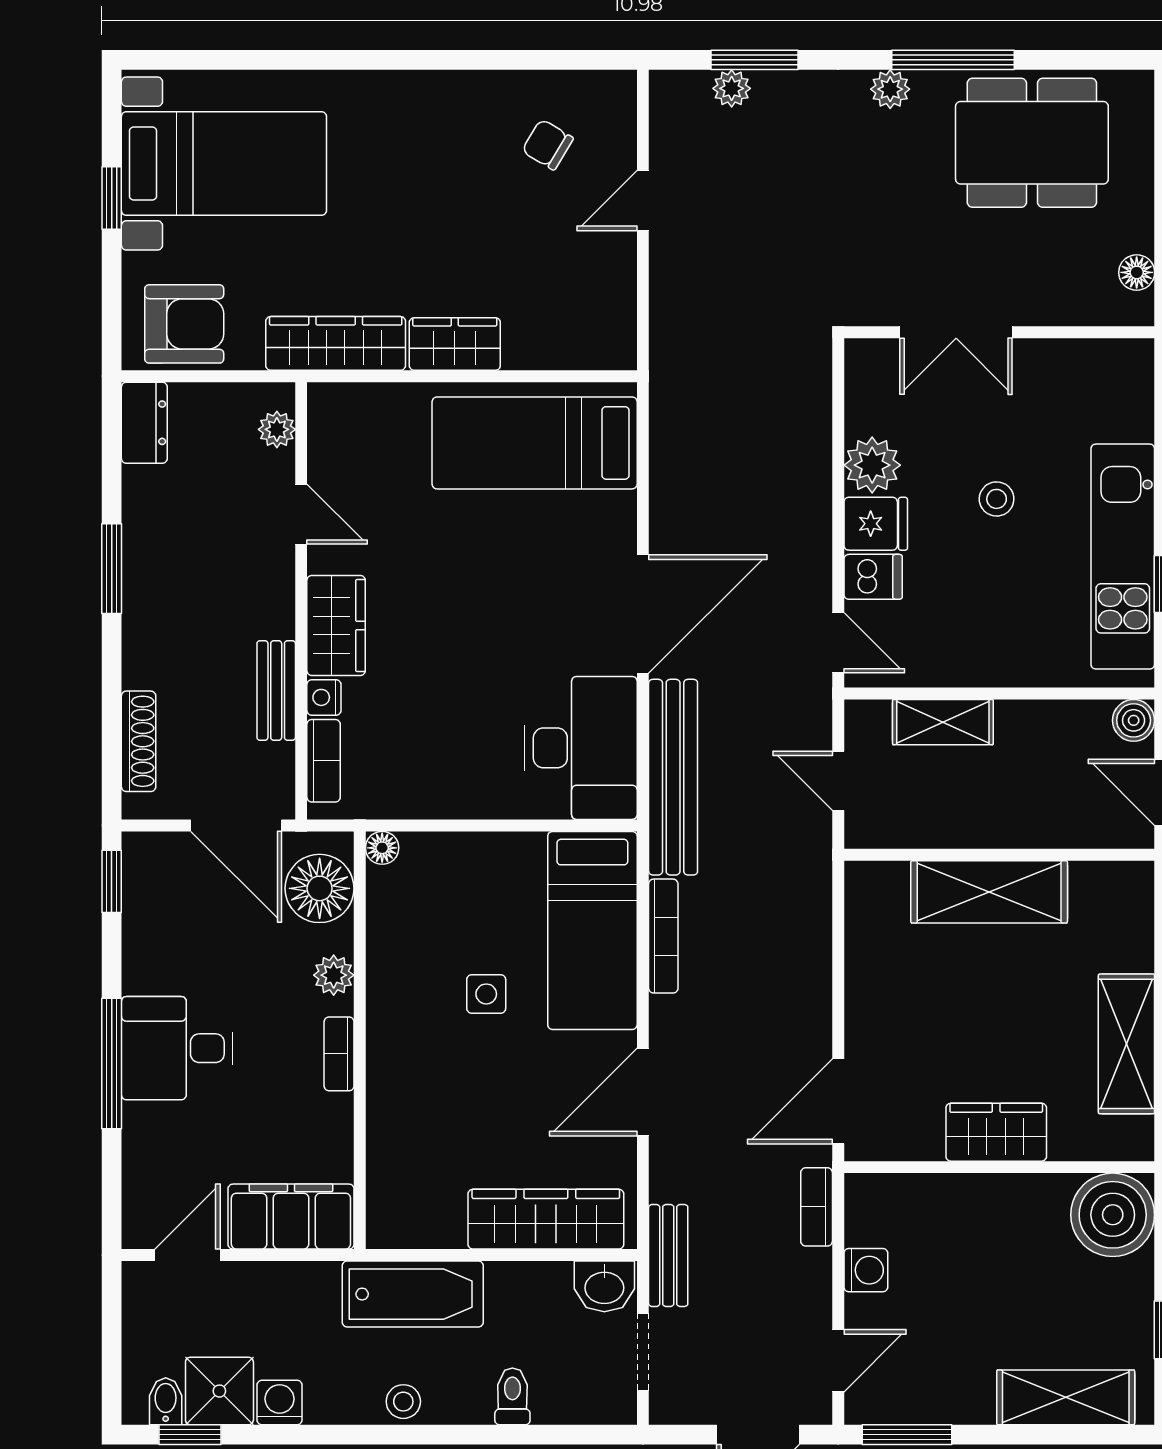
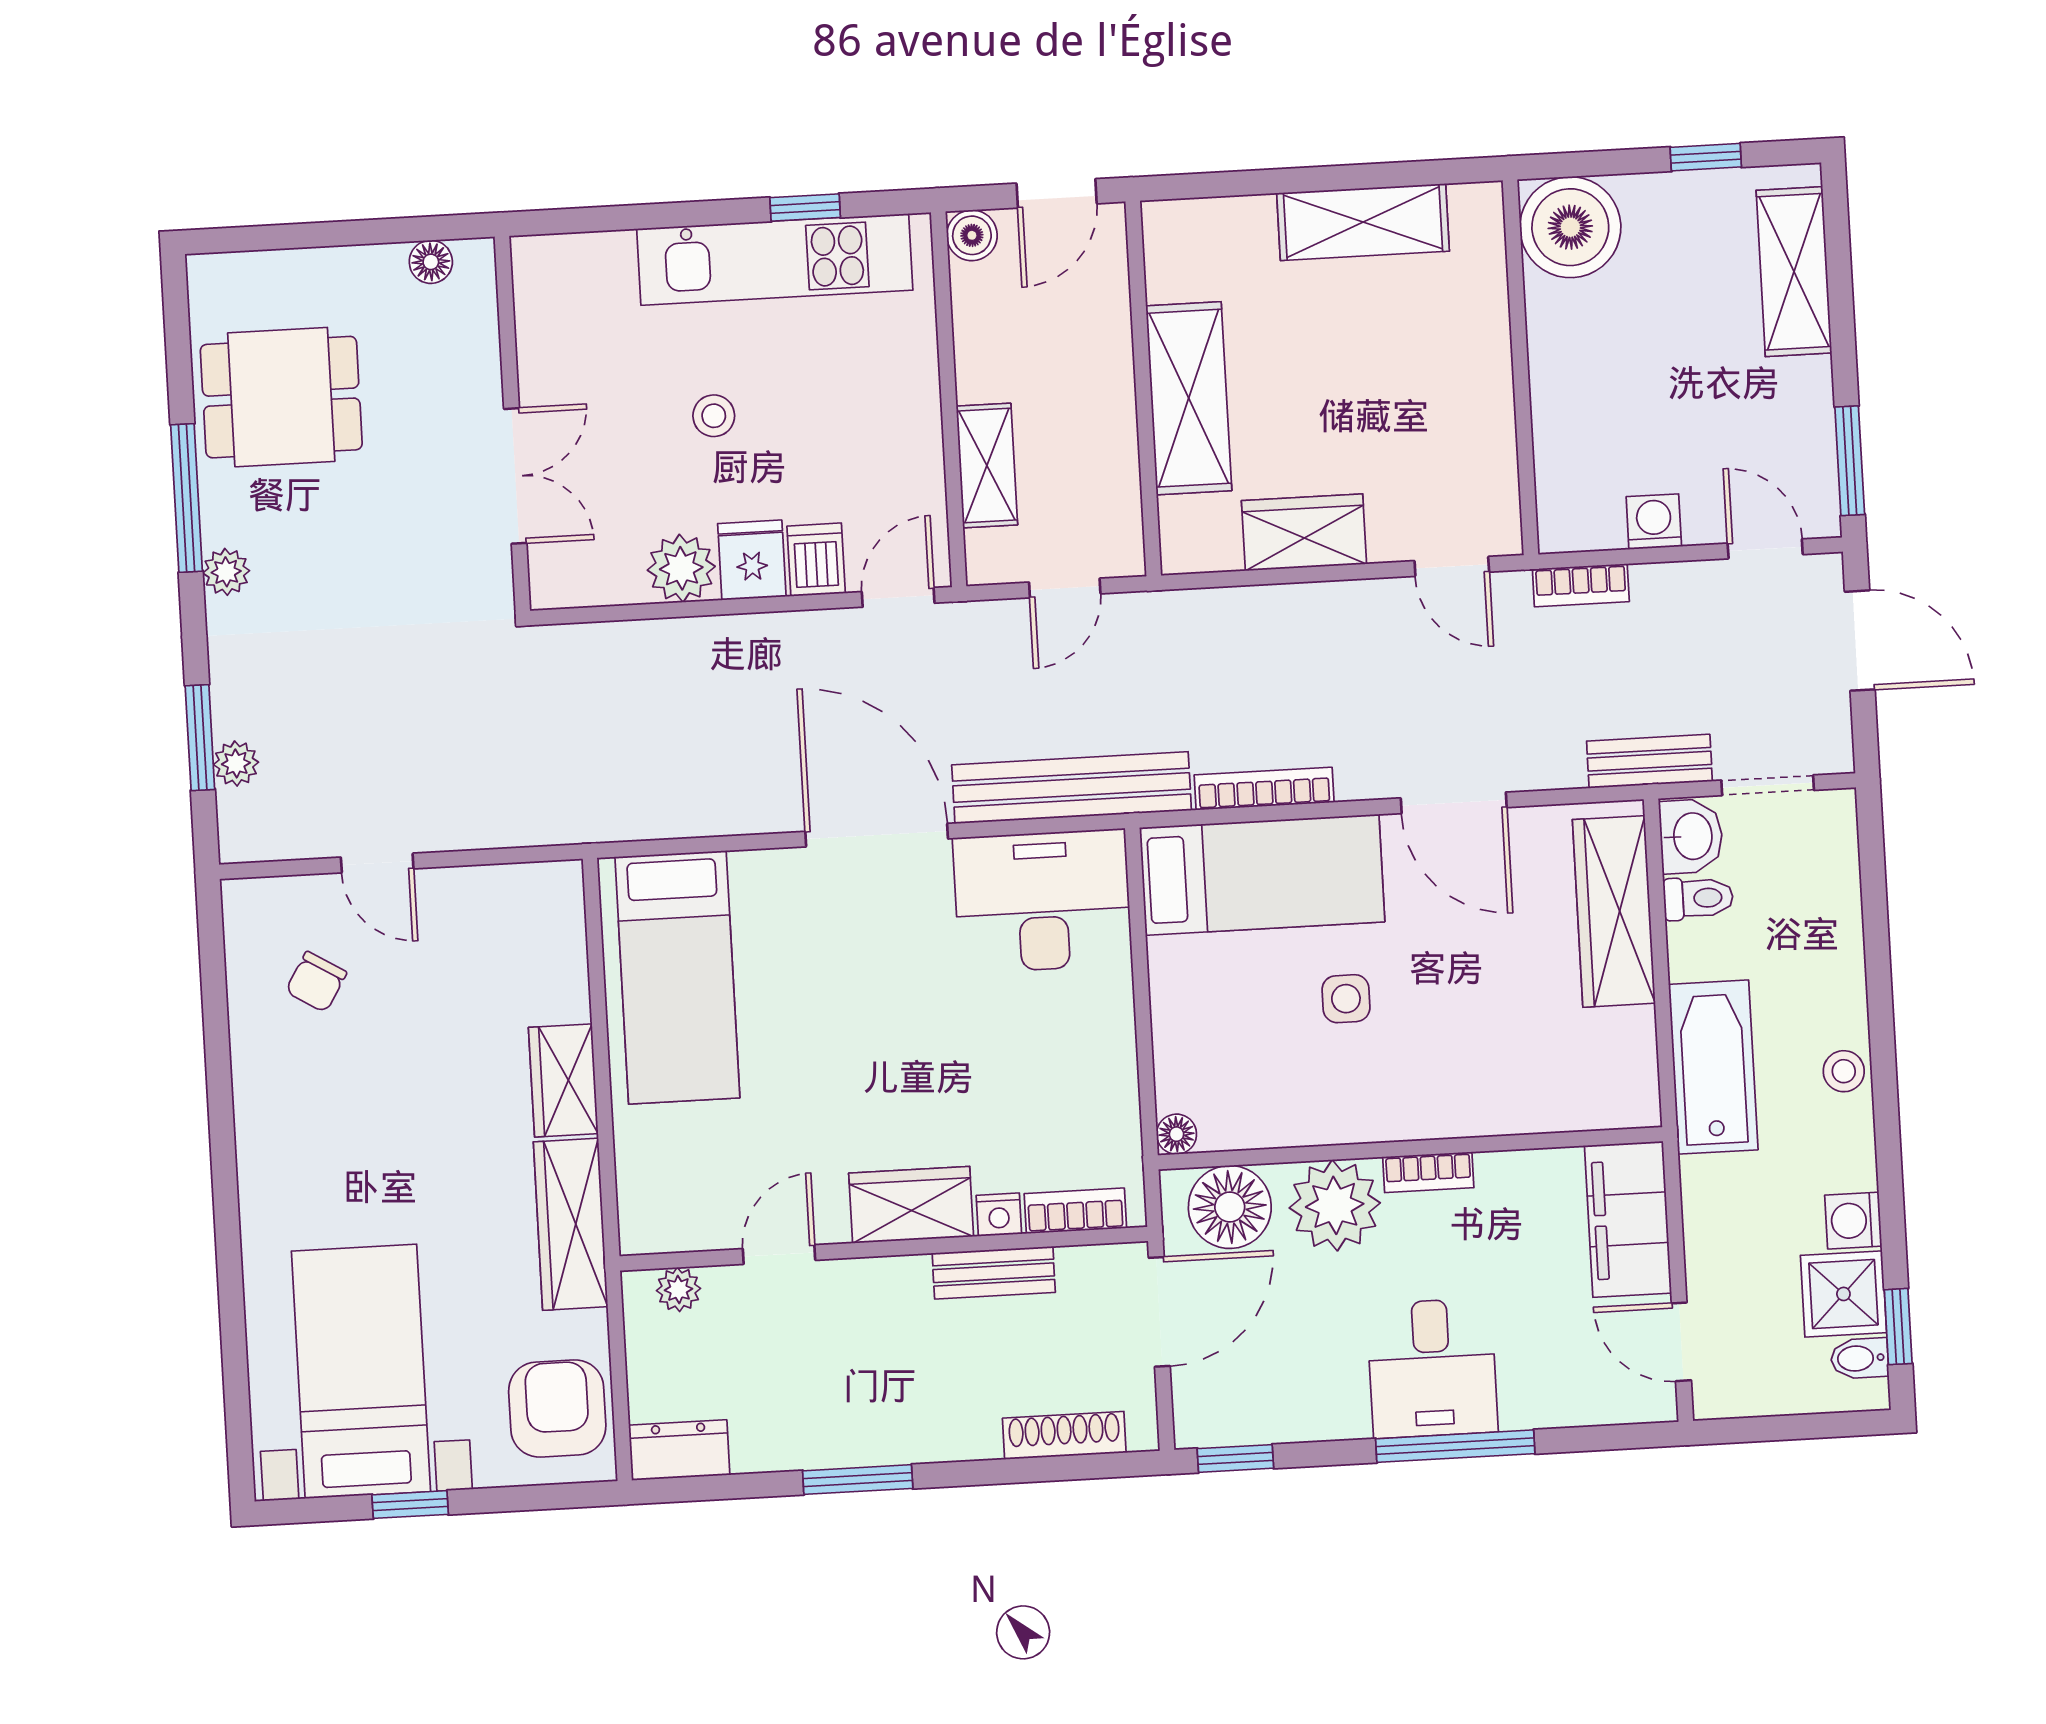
dining table: (1032, 143) -> (281, 397), width x0.73
plant: (334, 975) -> (1335, 1205), width x1.88, depth x1.88
door: (838, 1101) -> (1452, 566), width x0.73
wardrobe: (996, 1132) -> (1304, 532), moved, turned 90
toilet: (512, 1396) -> (1698, 898), moved, turned 180

